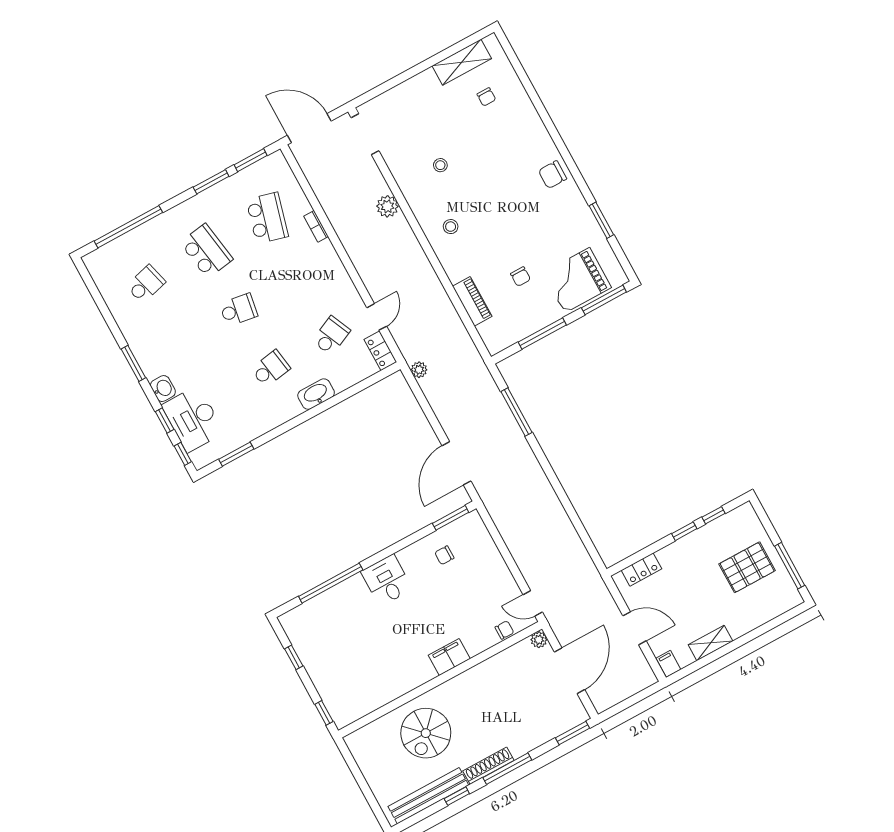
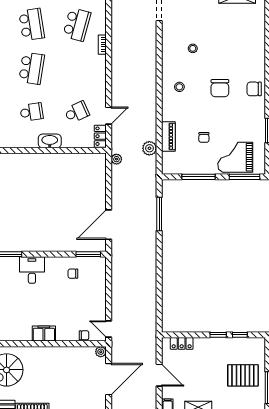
chair: (486, 97) -> (220, 88), moved, width x1.87, depth x1.87
plant: (387, 206) -> (149, 148), moved
school desk: (238, 310) -> (32, 68), width x1.85

